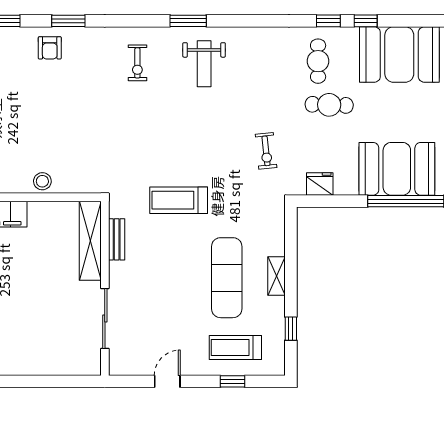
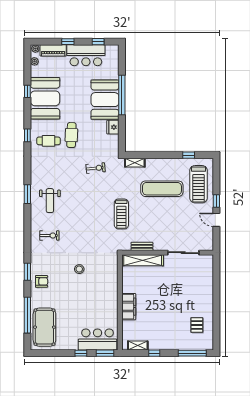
window: (188, 21) -> (27, 194), moved
window: (366, 21) -> (27, 91), moved
weight bench: (204, 64) -> (50, 201), turned 90
stool: (42, 181) -> (79, 269), moved
fridge: (320, 184) -> (113, 127), moved
shelving: (276, 276) -> (135, 163), moved
treadmill: (235, 348) -> (199, 184), width x1.37, depth x1.38
window: (232, 381) -> (216, 201), moved

